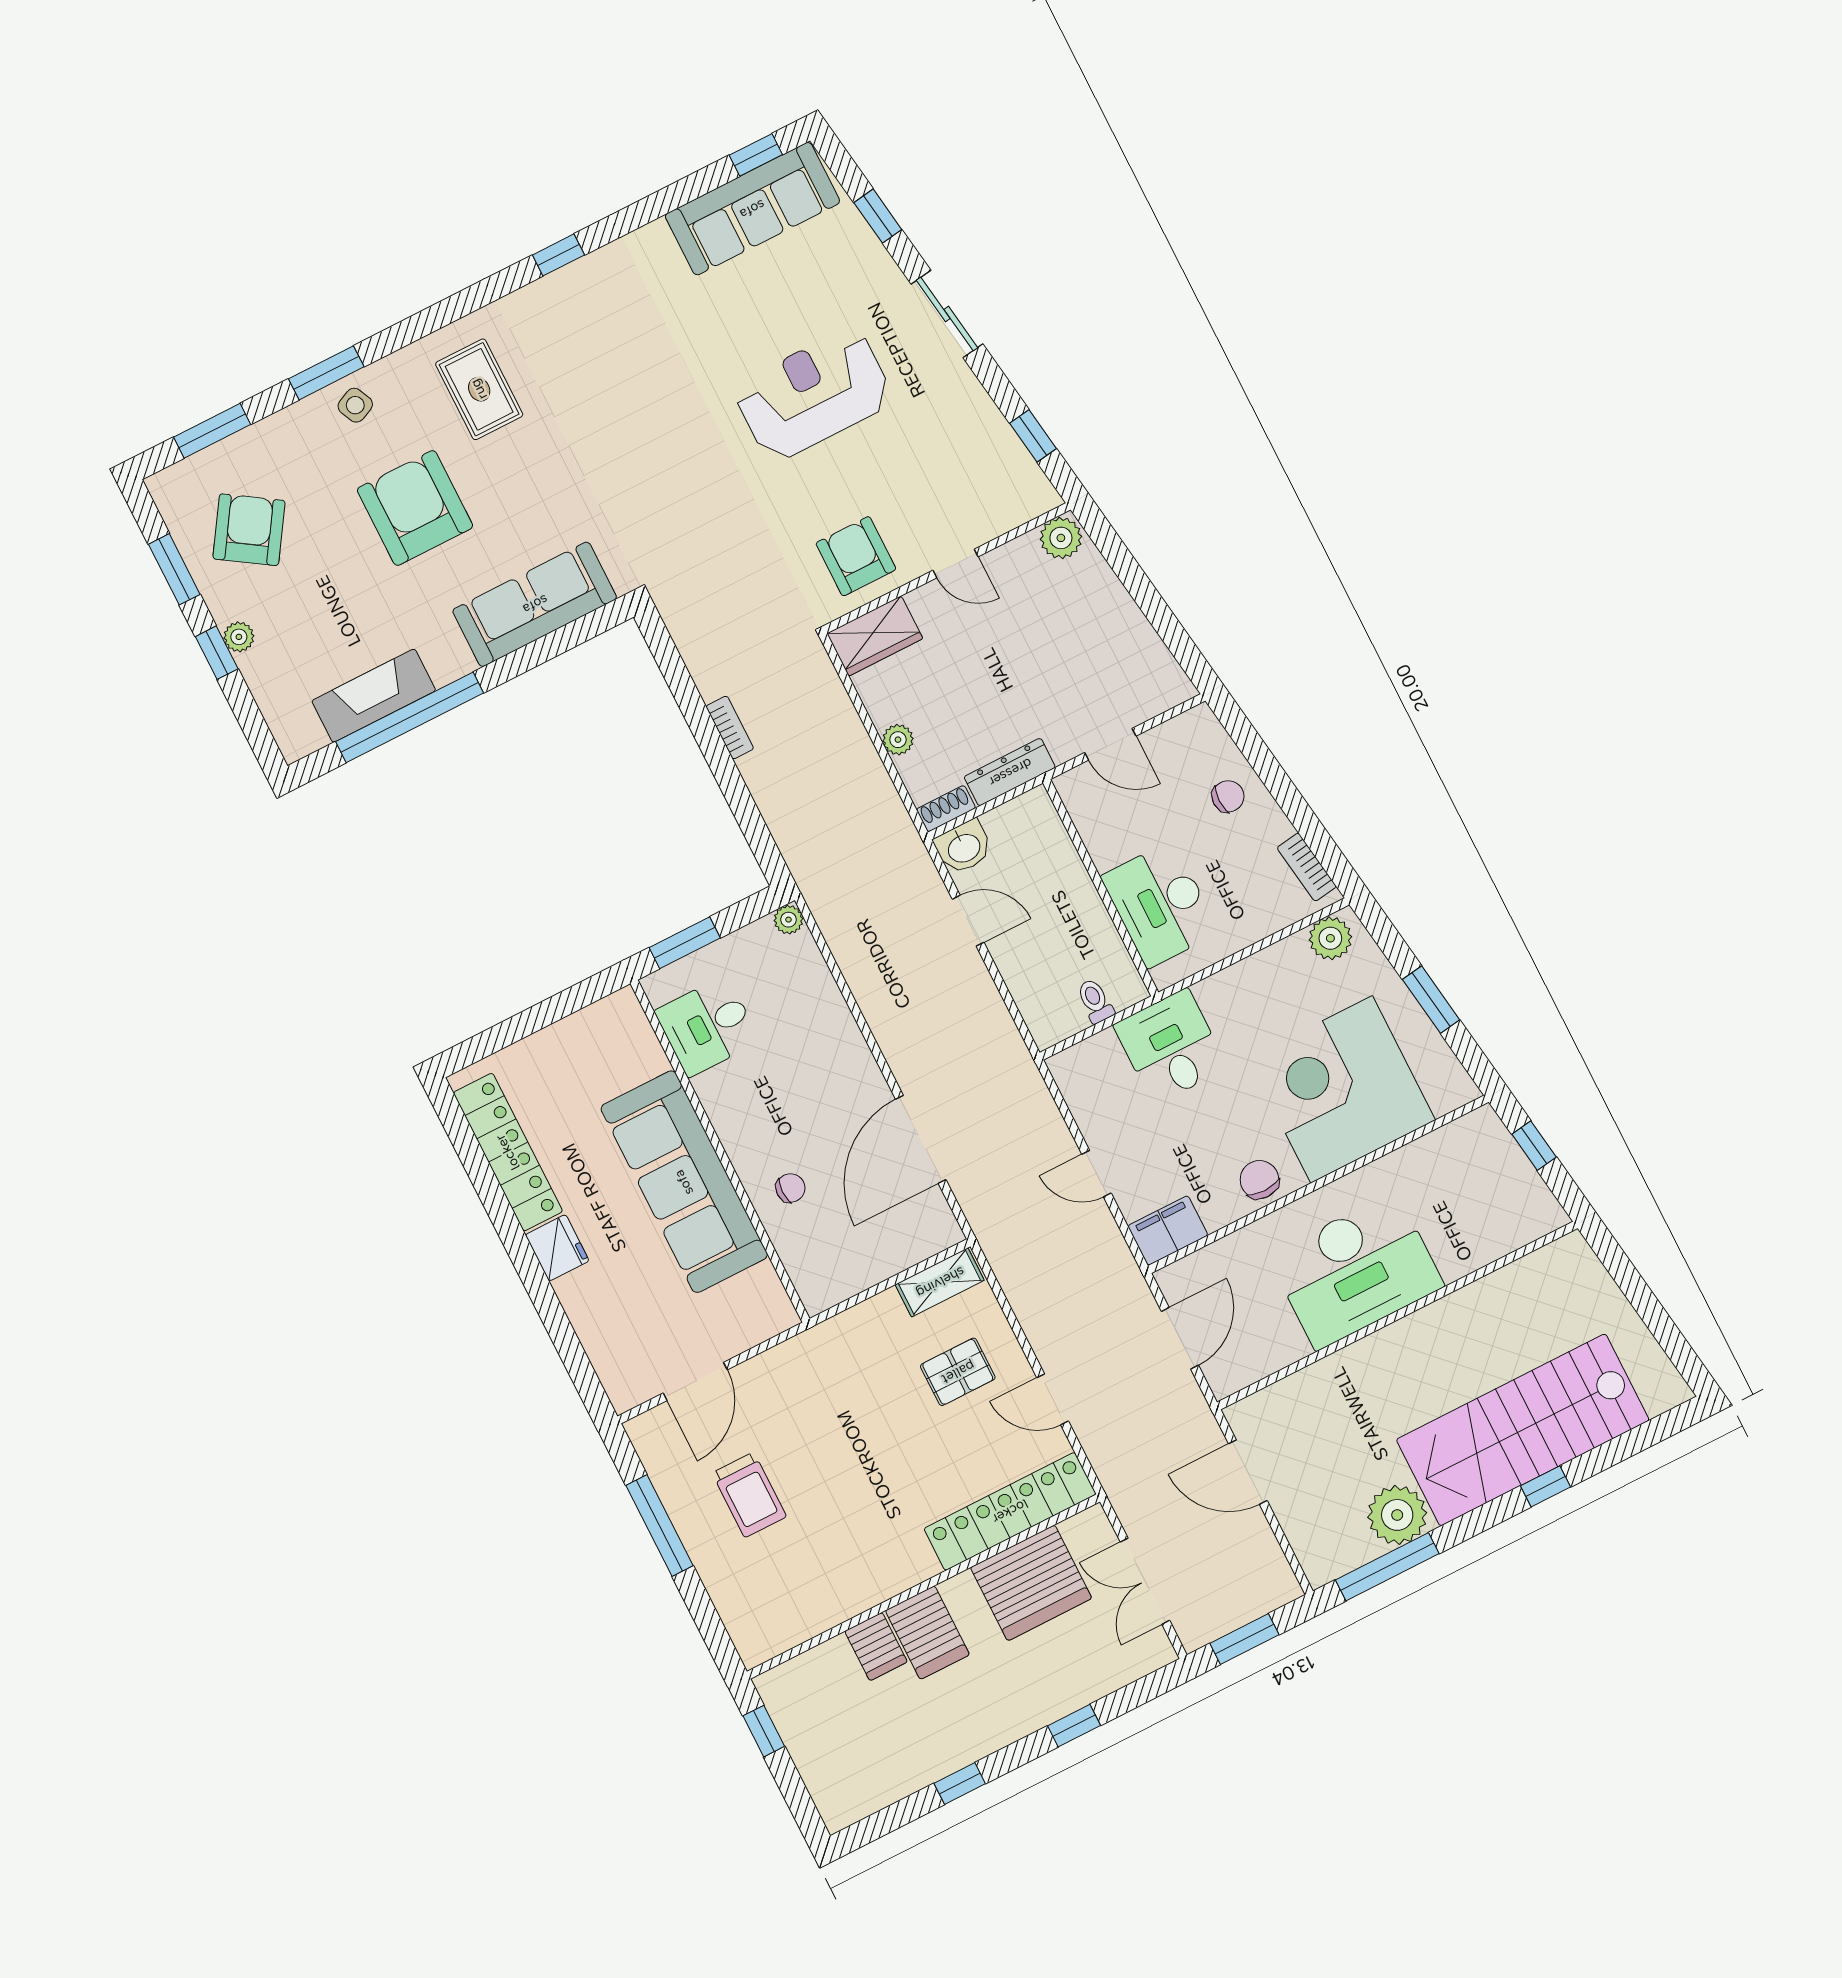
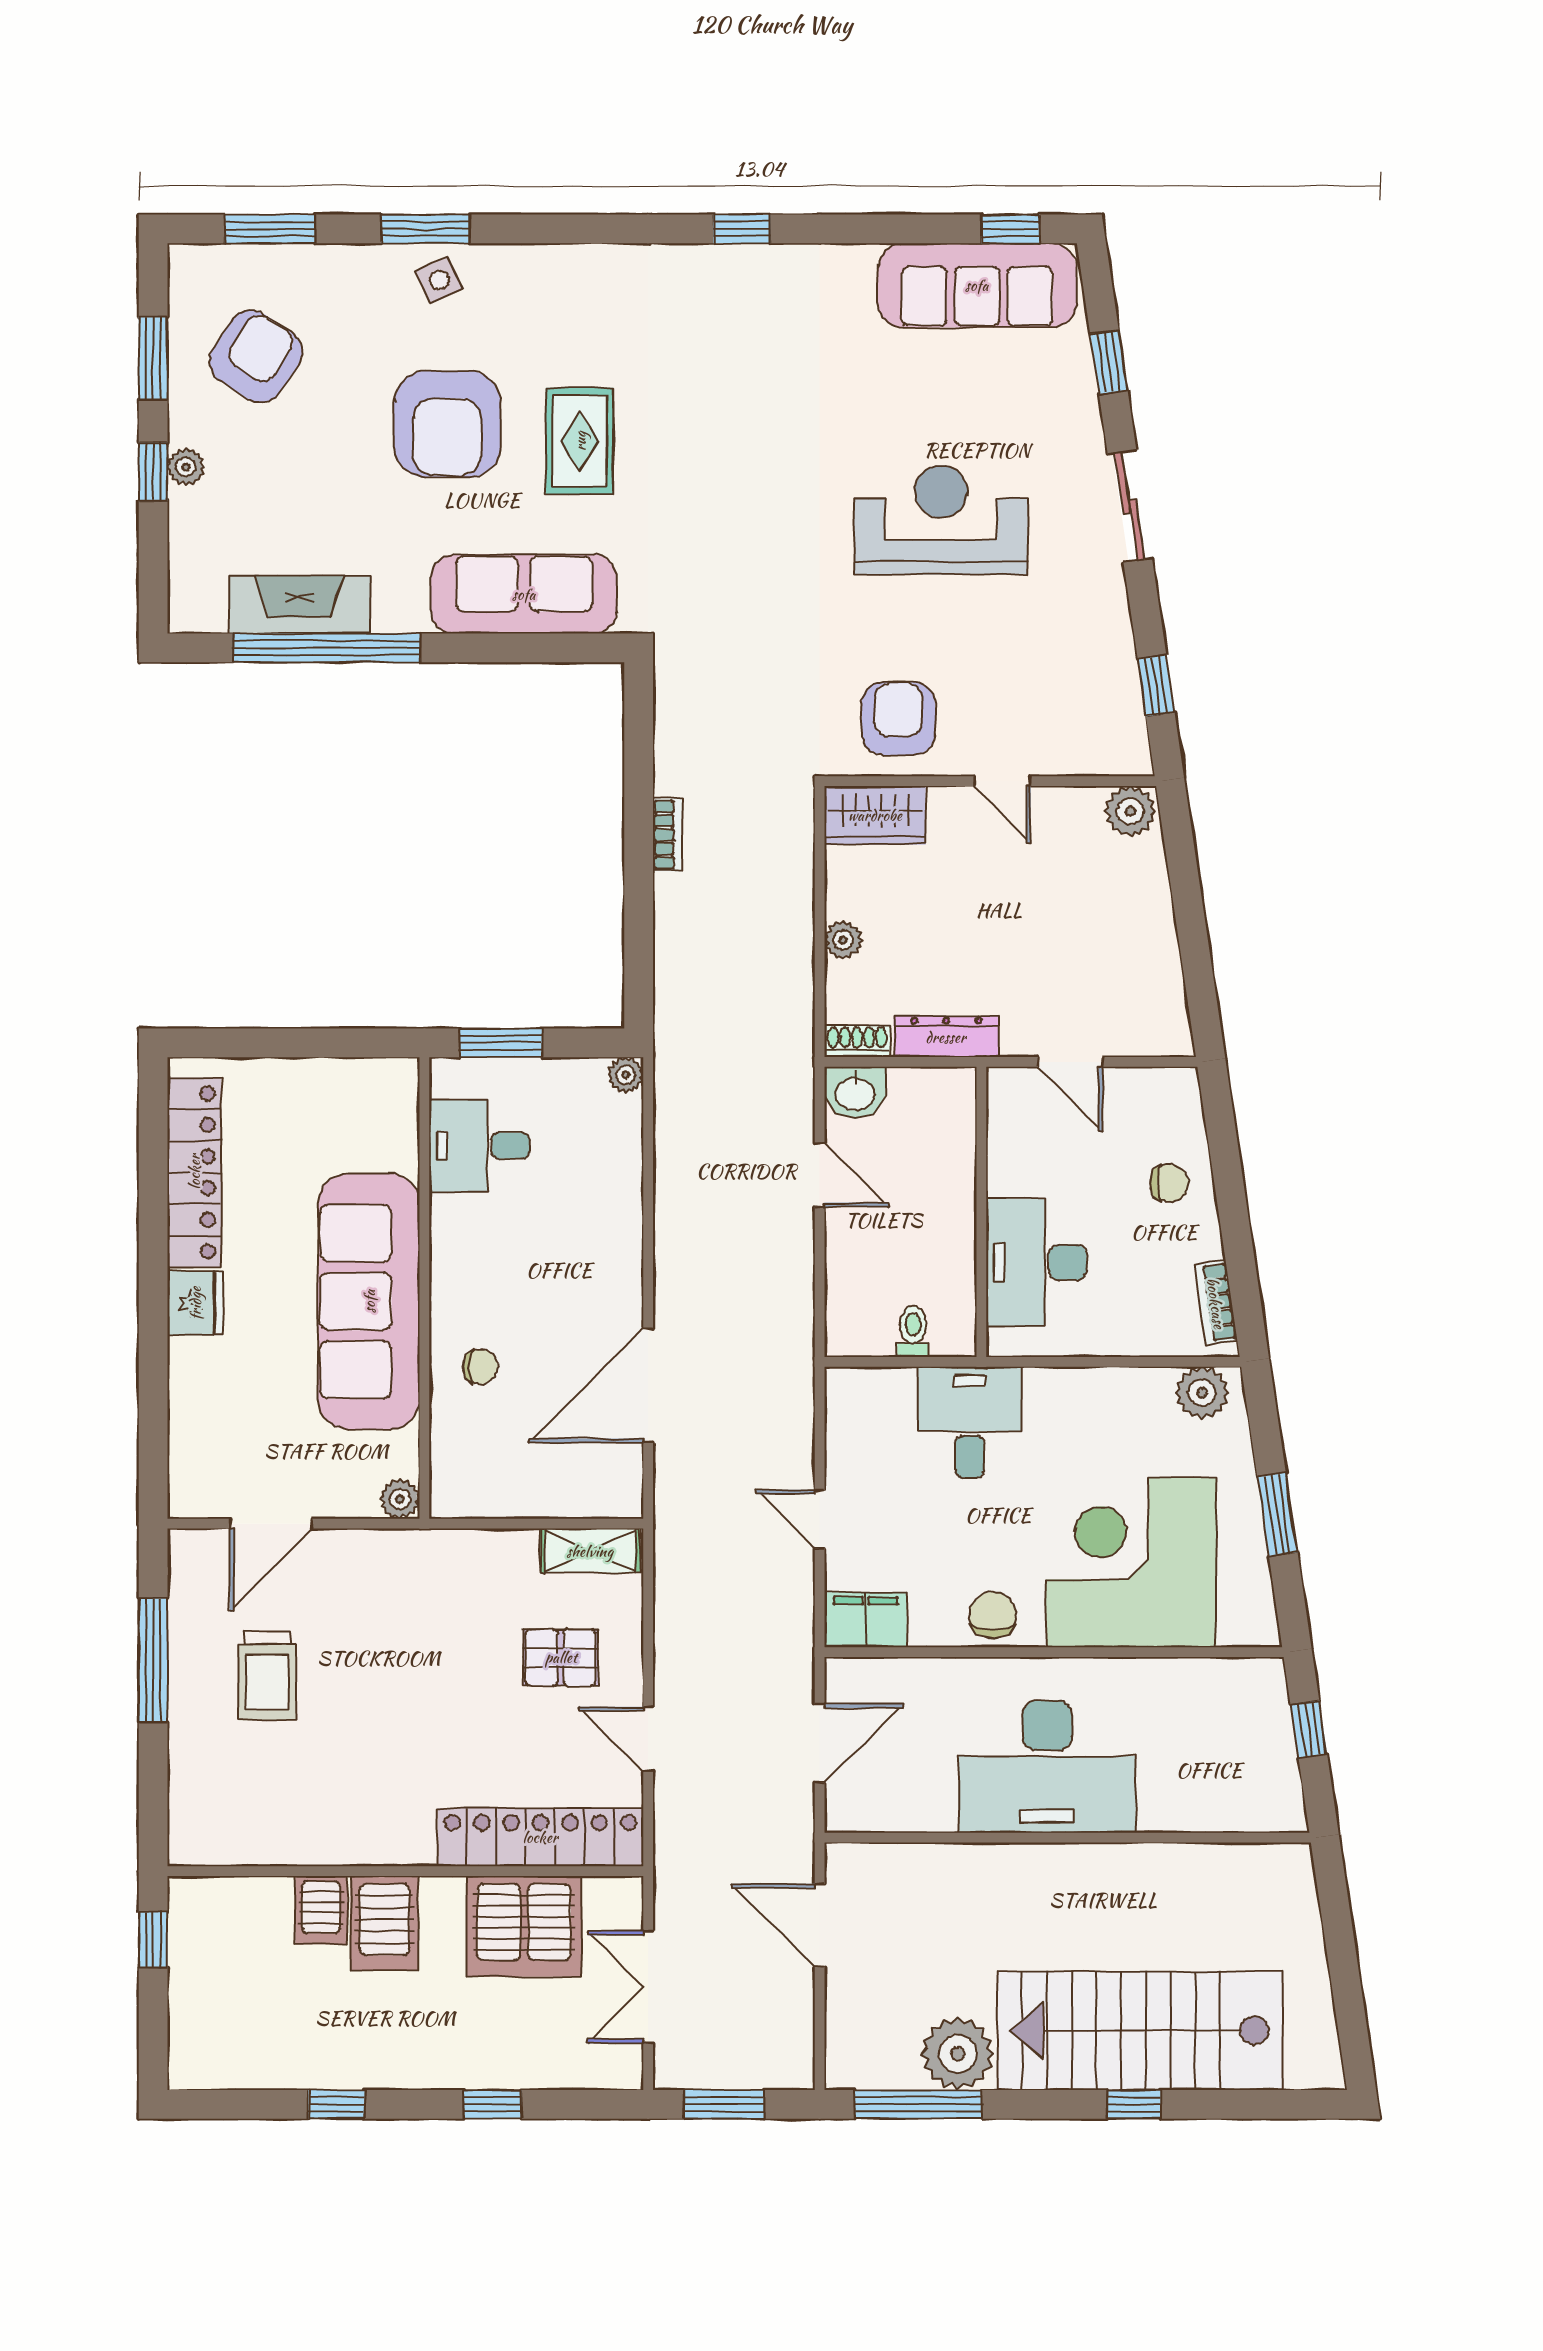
rug: (479, 389) -> (580, 441), moved
armchair: (415, 508) -> (447, 424), turned 180
plant: (781, 1315) -> (400, 1499), added

